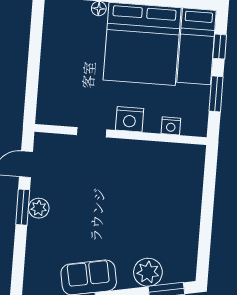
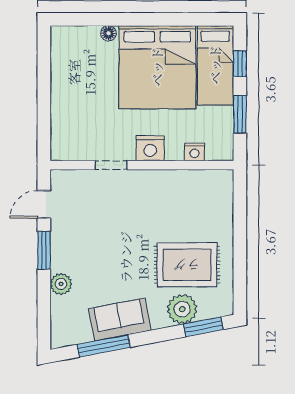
plant: (39, 208) -> (61, 284), moved
rug: (156, 231) -> (187, 265), added

